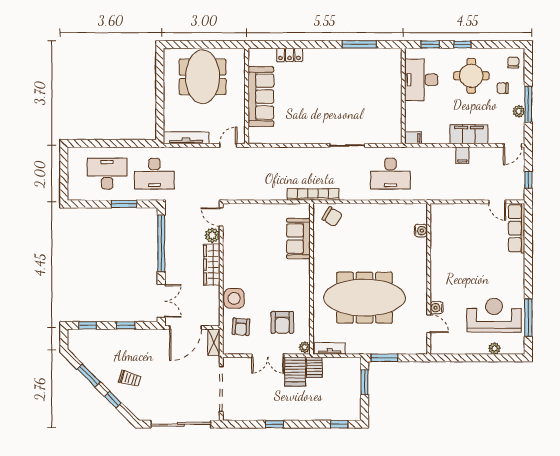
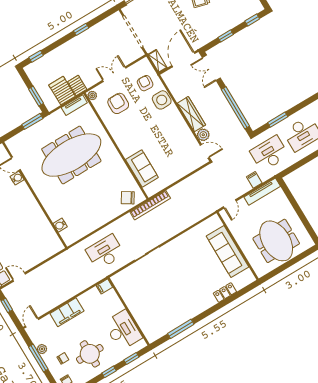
filing cabinet: (462, 155) -> (254, 180), moved
server rack: (295, 372) -> (62, 91), moved

